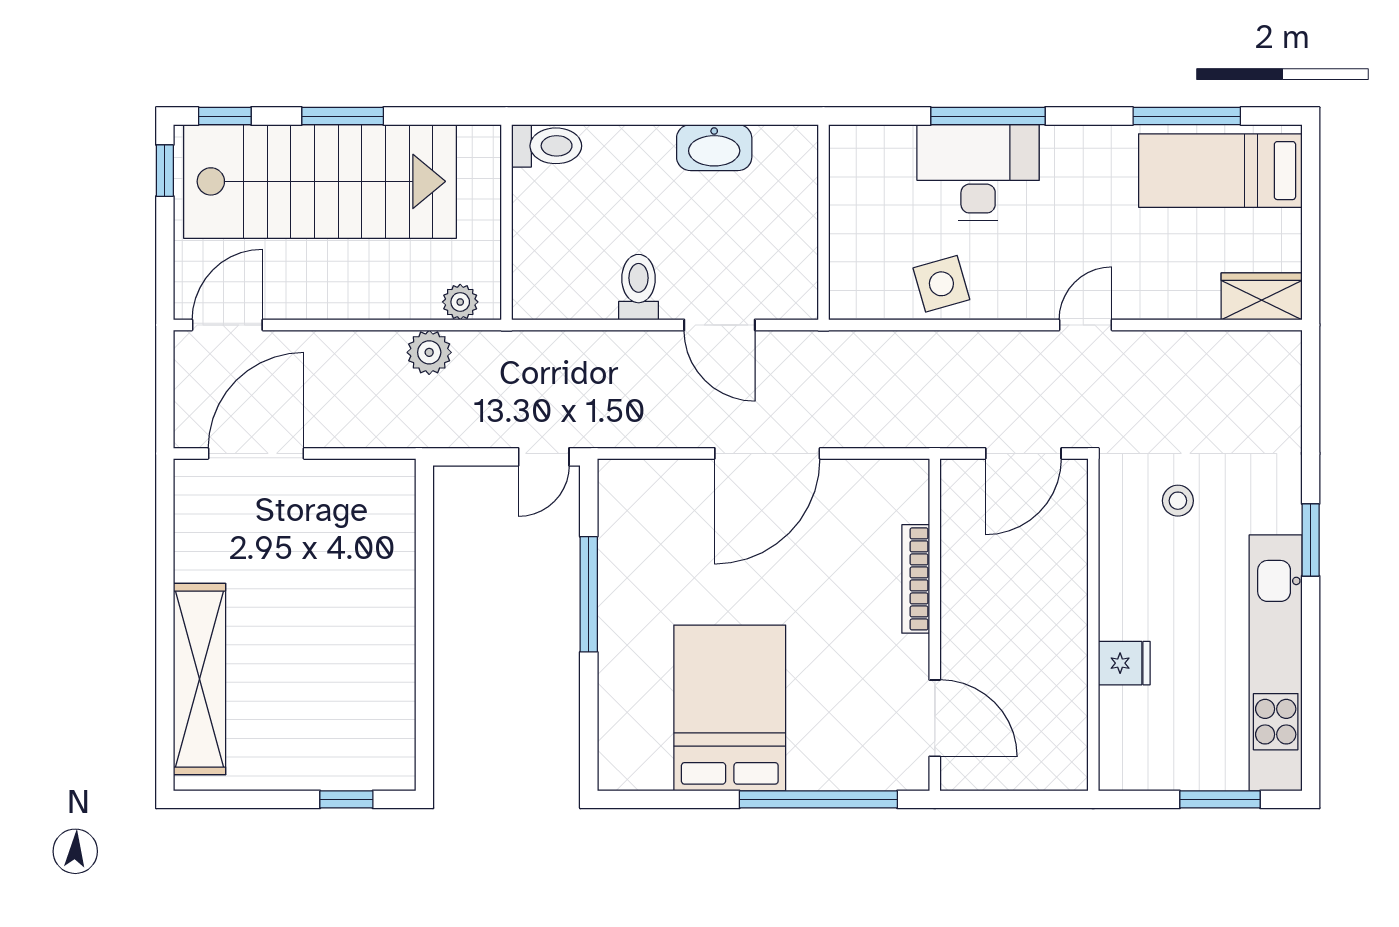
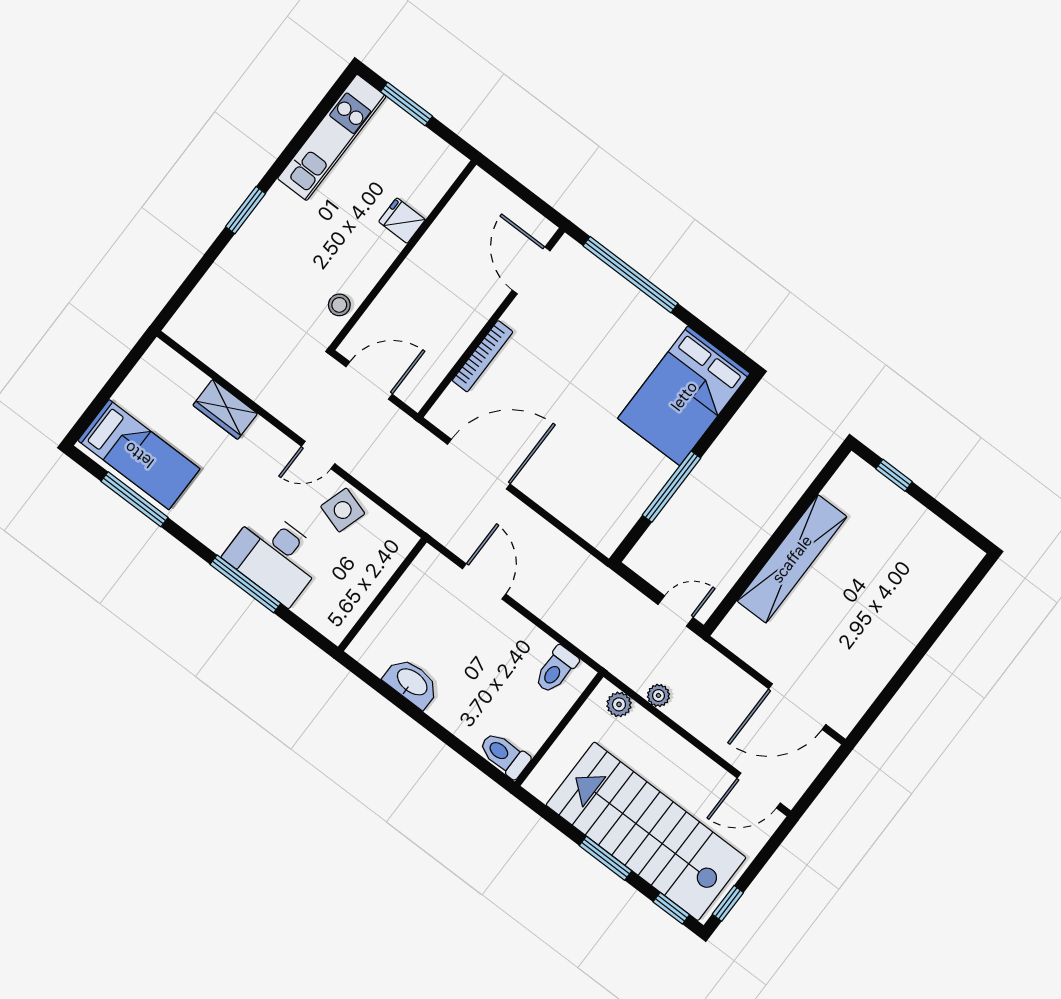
side table: (941, 284) -> (343, 510), turned 33
toilet: (639, 287) -> (556, 670), moved
wardrobe: (1262, 296) -> (225, 409), moved
door: (1086, 325) -> (318, 455), moved
plant: (429, 352) -> (658, 695), width x0.73, depth x0.73
door: (767, 453) -> (479, 464), moved
door: (544, 457) -> (676, 611), moved
stool: (1178, 501) -> (339, 305), moved
kitchen unit: (1276, 663) -> (332, 137), width x0.73
shelving: (200, 679) -> (792, 559), moved
bed: (730, 708) -> (684, 396), moved

